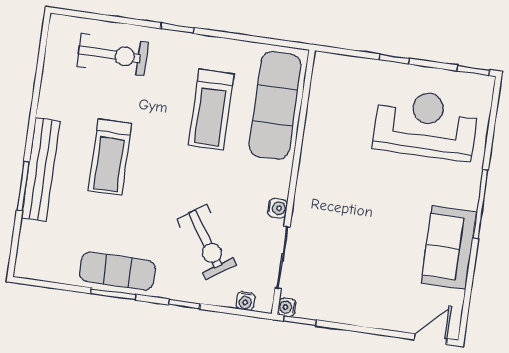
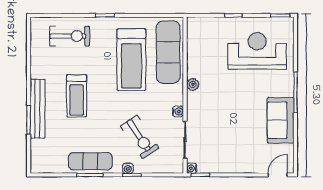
treadmill: (211, 109) -> (131, 60), width x1.37, depth x1.38
plant: (309, 166) -> (193, 84), added
water cooler: (245, 301) -> (128, 168), moved

